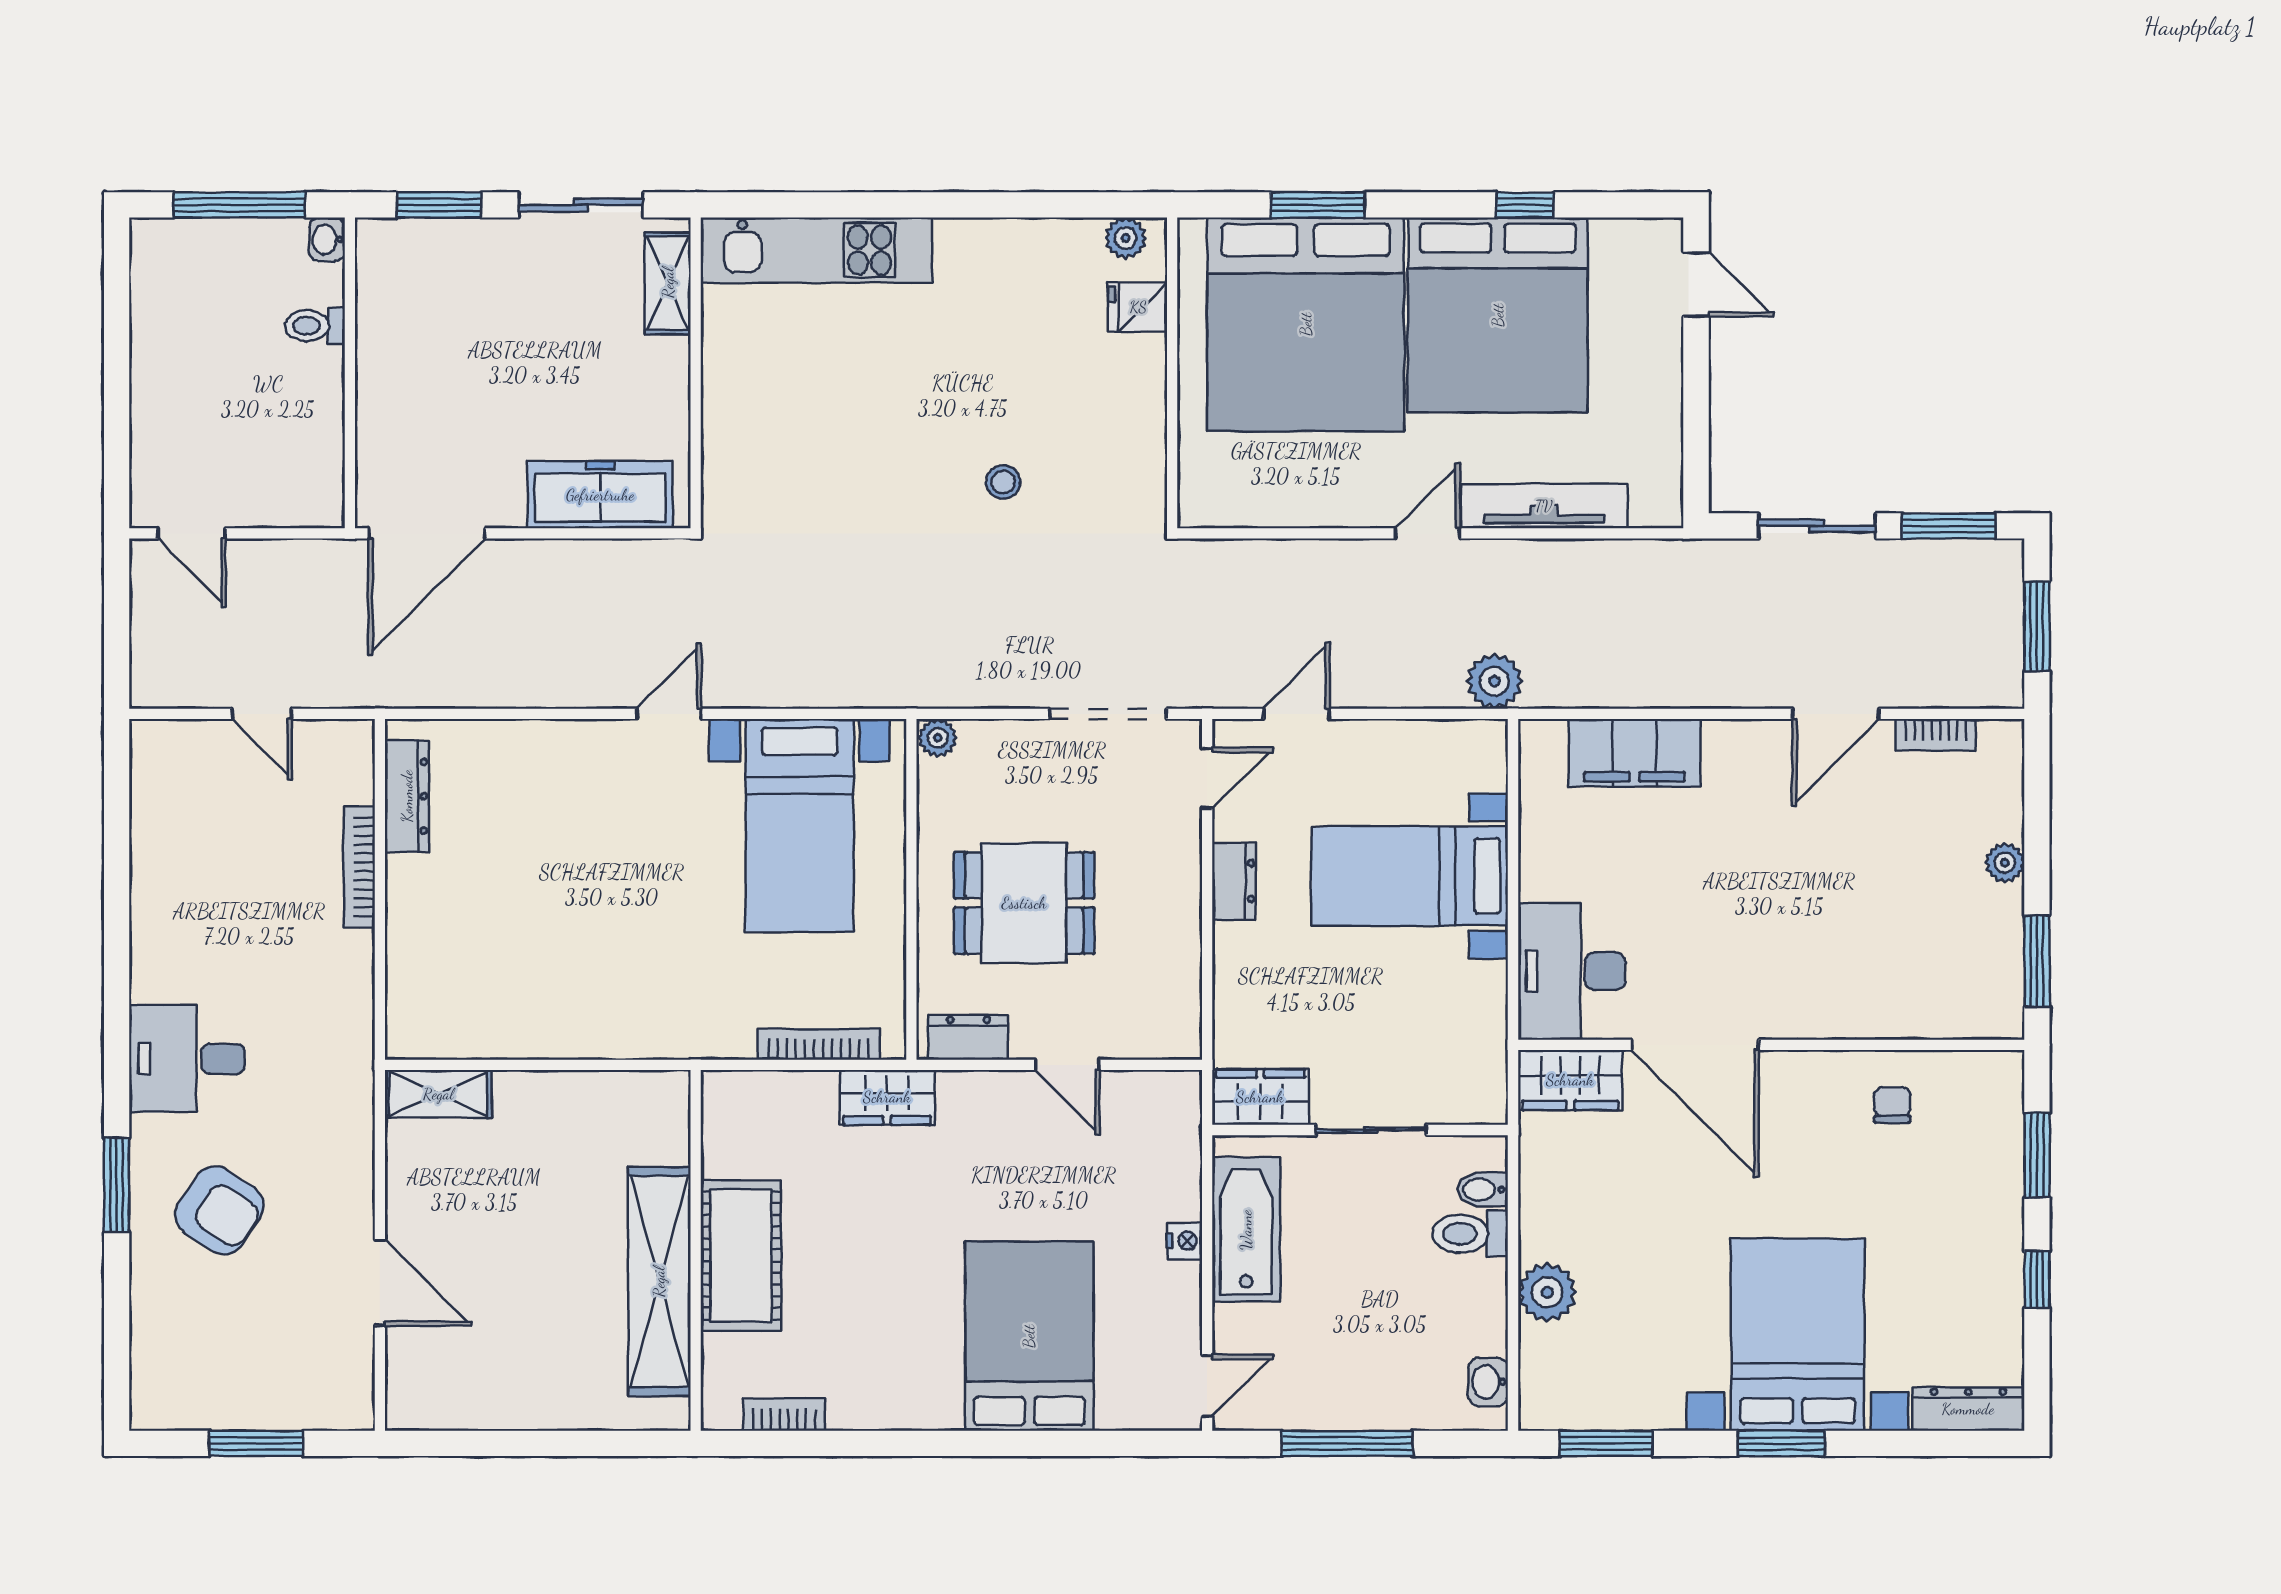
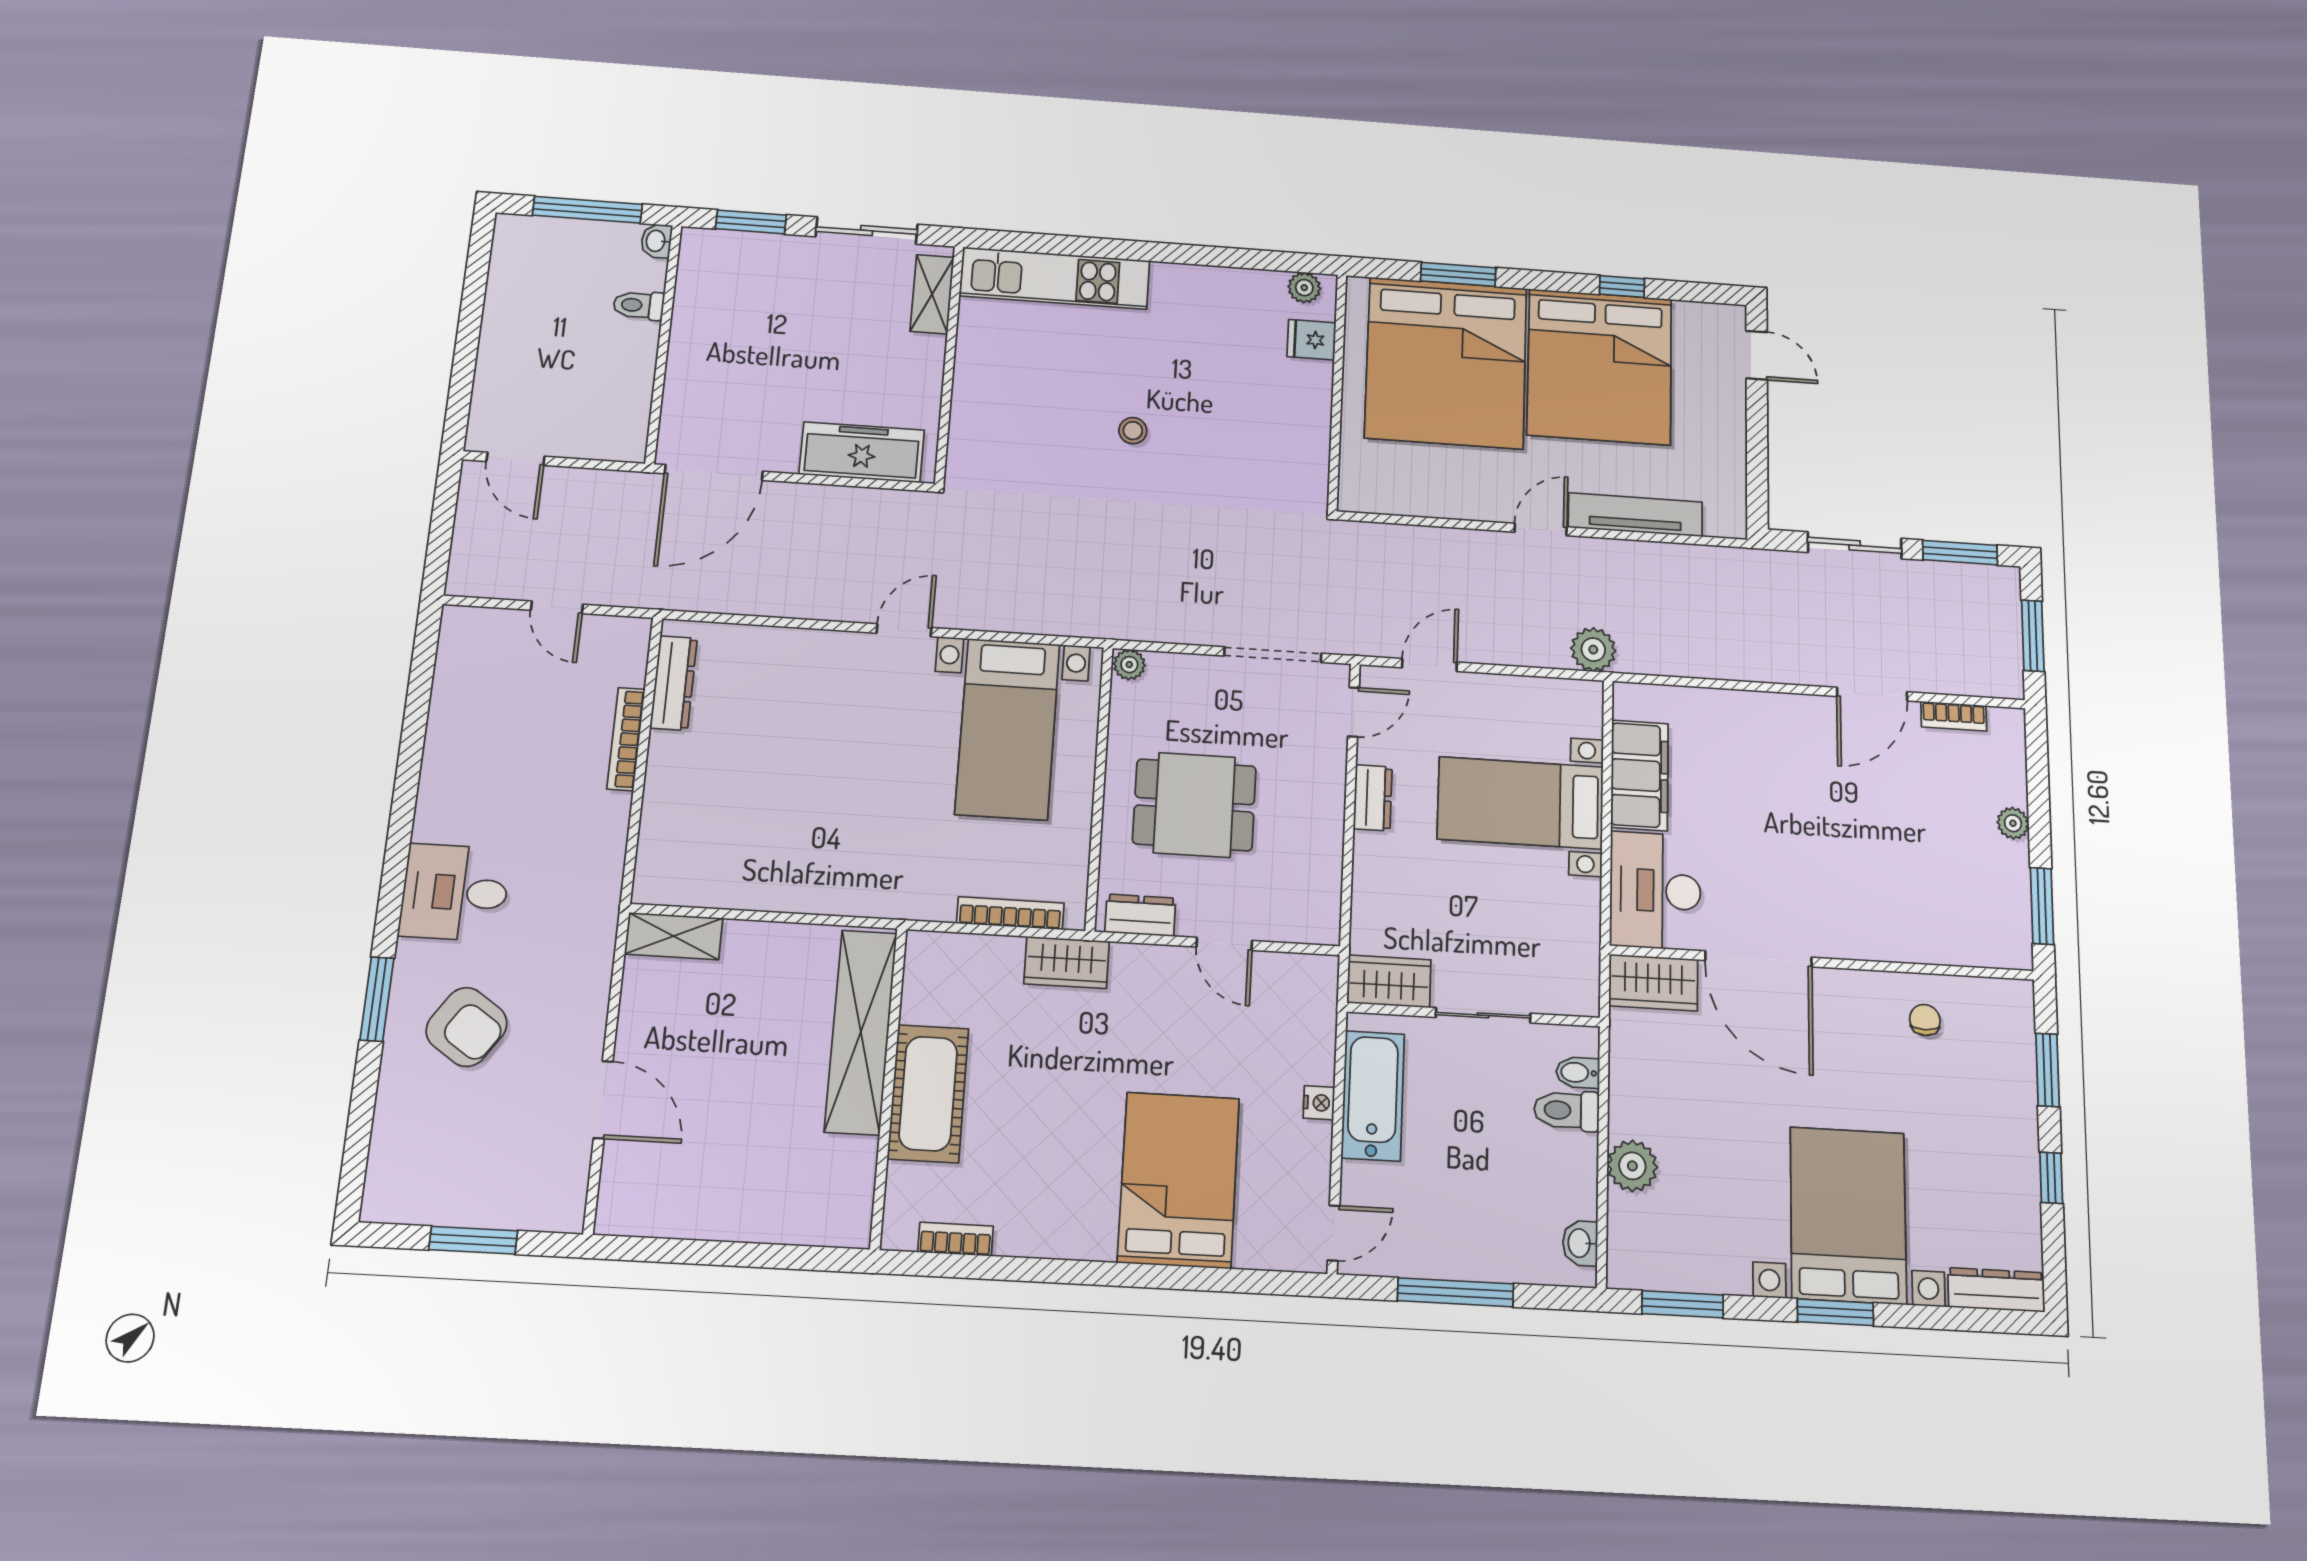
stool: (1003, 482) -> (1133, 431), moved
filing cabinet: (1634, 753) -> (1640, 775), moved, turned -90
shelving: (659, 1282) -> (861, 1032), moved

